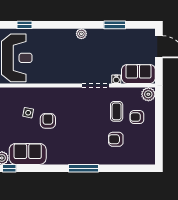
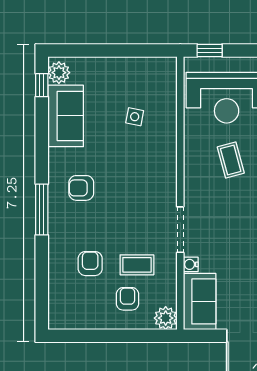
coffee table: (54, 55) -> (231, 160), added
armchair: (48, 121) -> (81, 188), moved, turned 180

